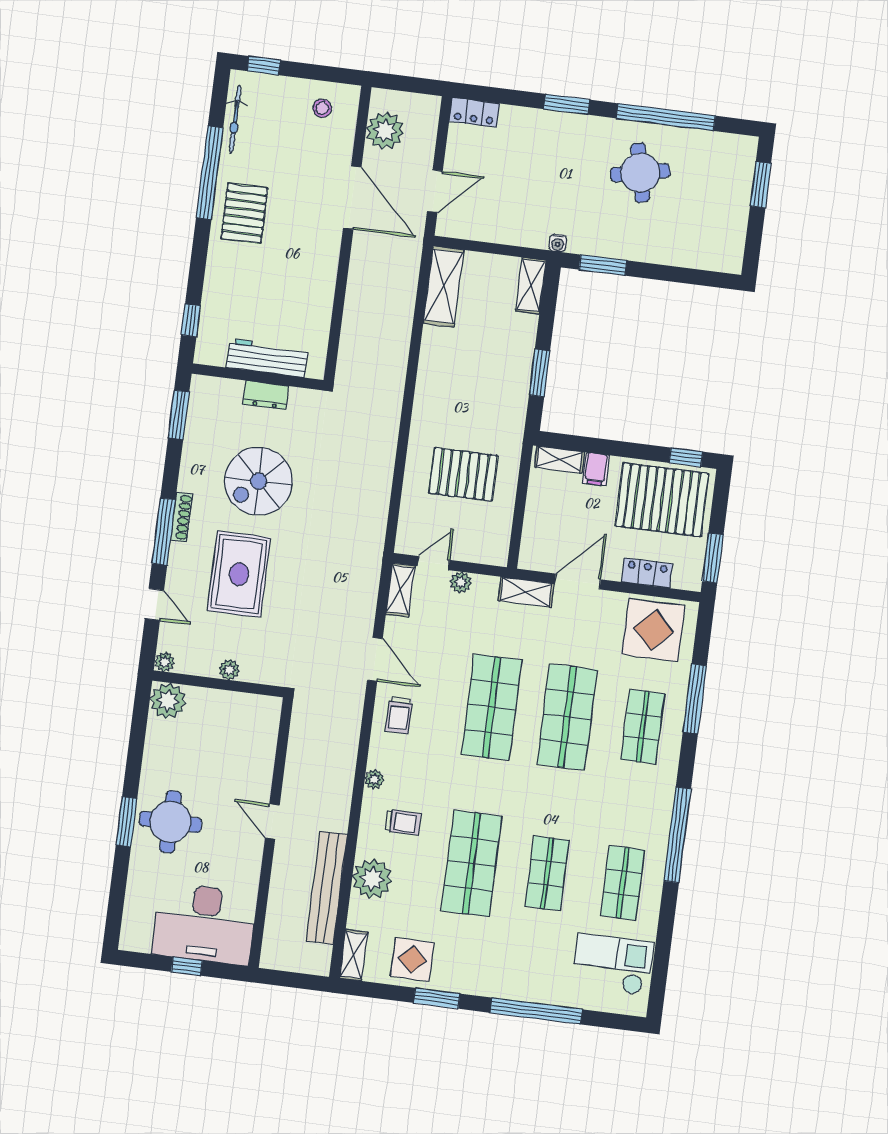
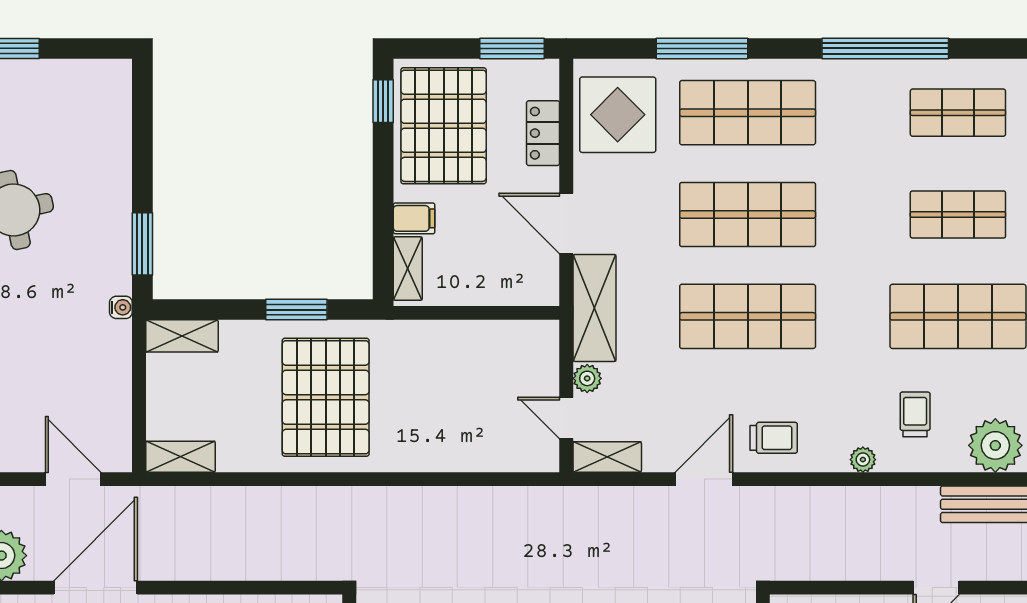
shelving: (444, 286) -> (181, 457), width x0.67, depth x0.75
pallet: (463, 474) -> (326, 397), moved, width x1.37, depth x1.41
shelving: (526, 592) -> (594, 308), width x1.50, depth x1.33
shop shelf: (643, 727) -> (748, 113), width x1.43, depth x1.36

